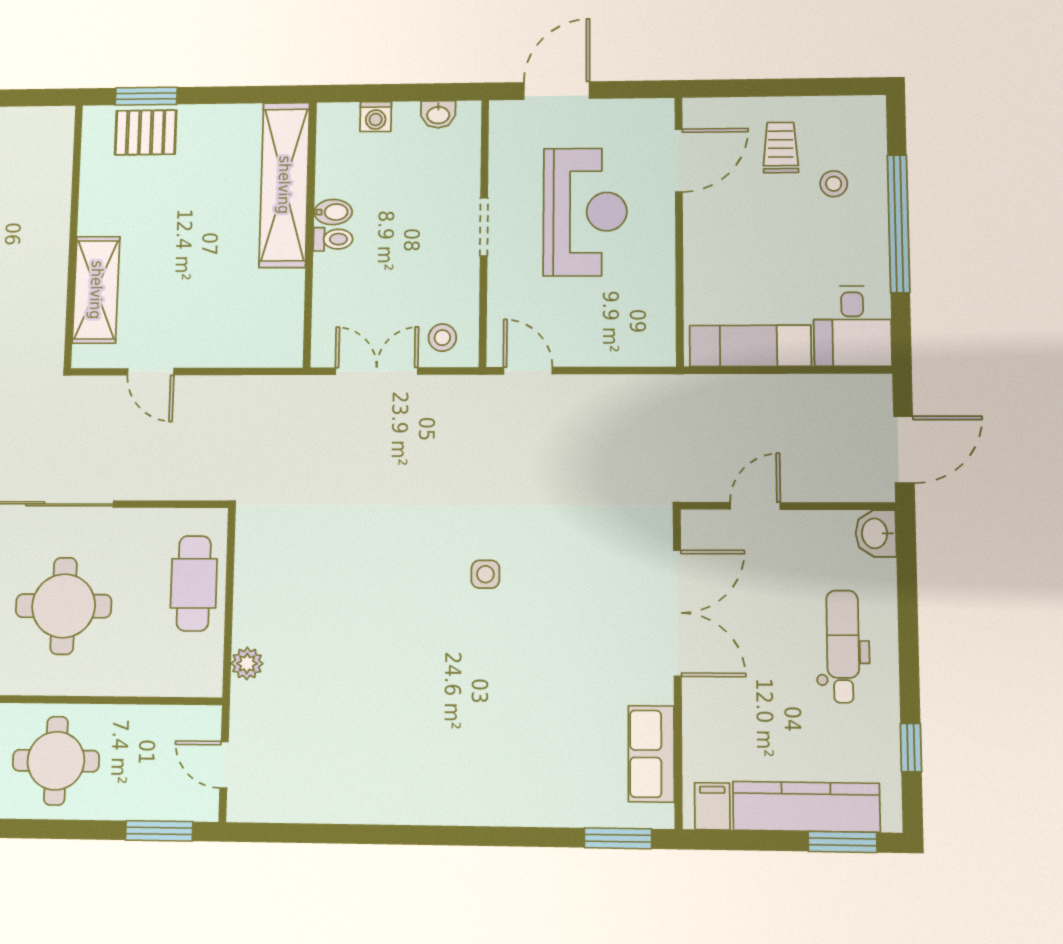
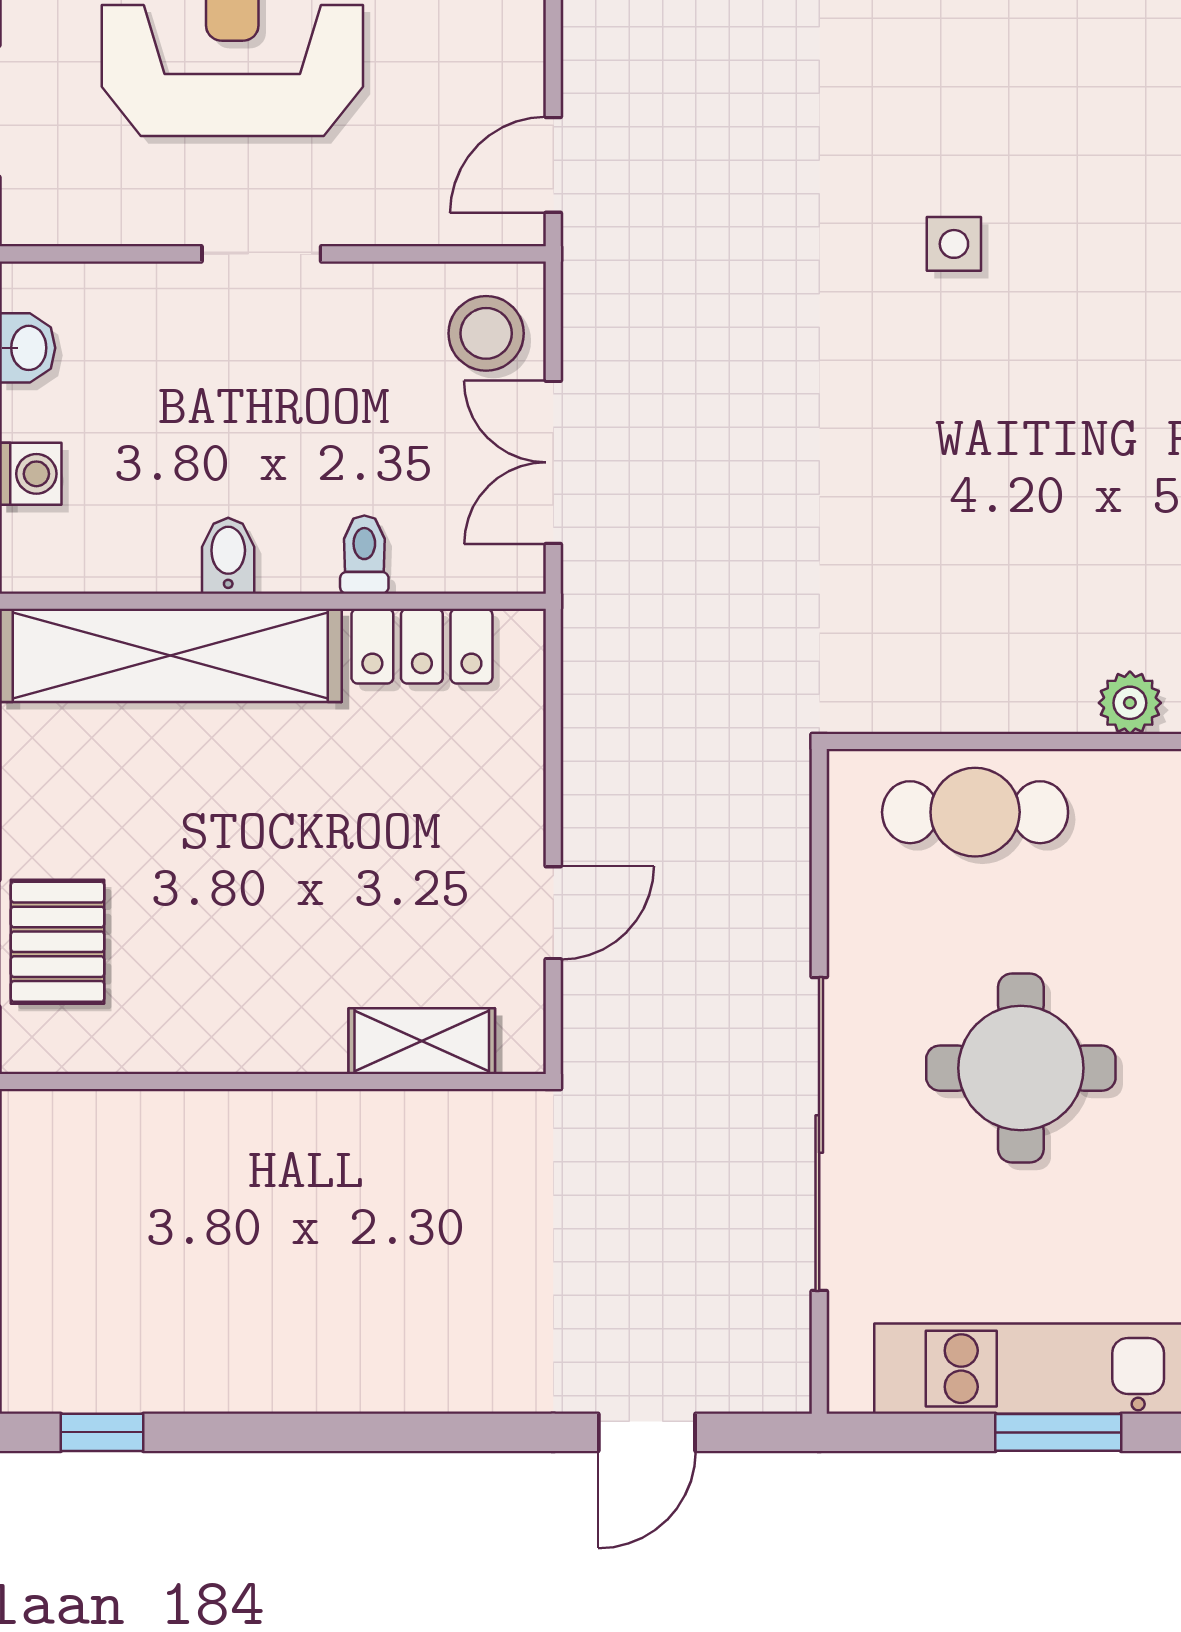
toilet: (333, 239) -> (364, 555), moved
shelving: (96, 290) -> (422, 1041), width x0.67, depth x0.75
locker: (286, 307) -> (422, 646), added
stool: (442, 338) -> (486, 333), width x1.37, depth x1.37

